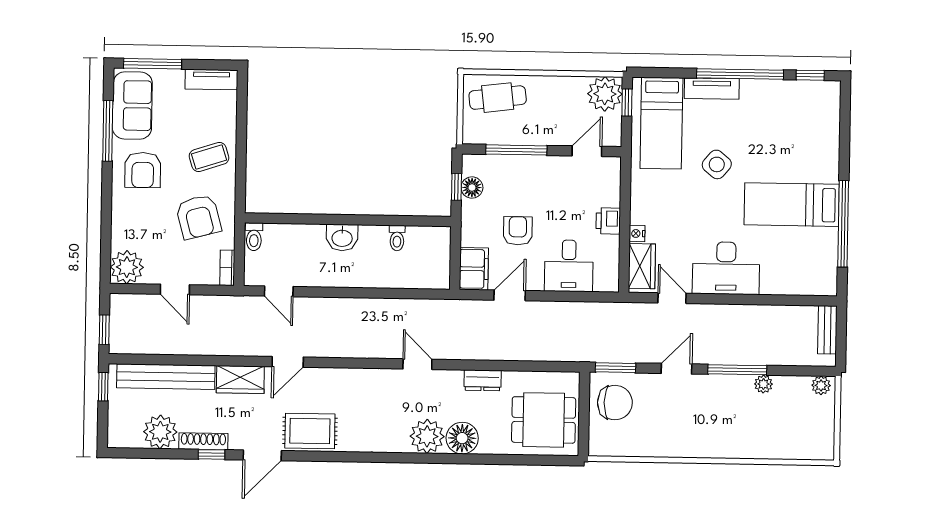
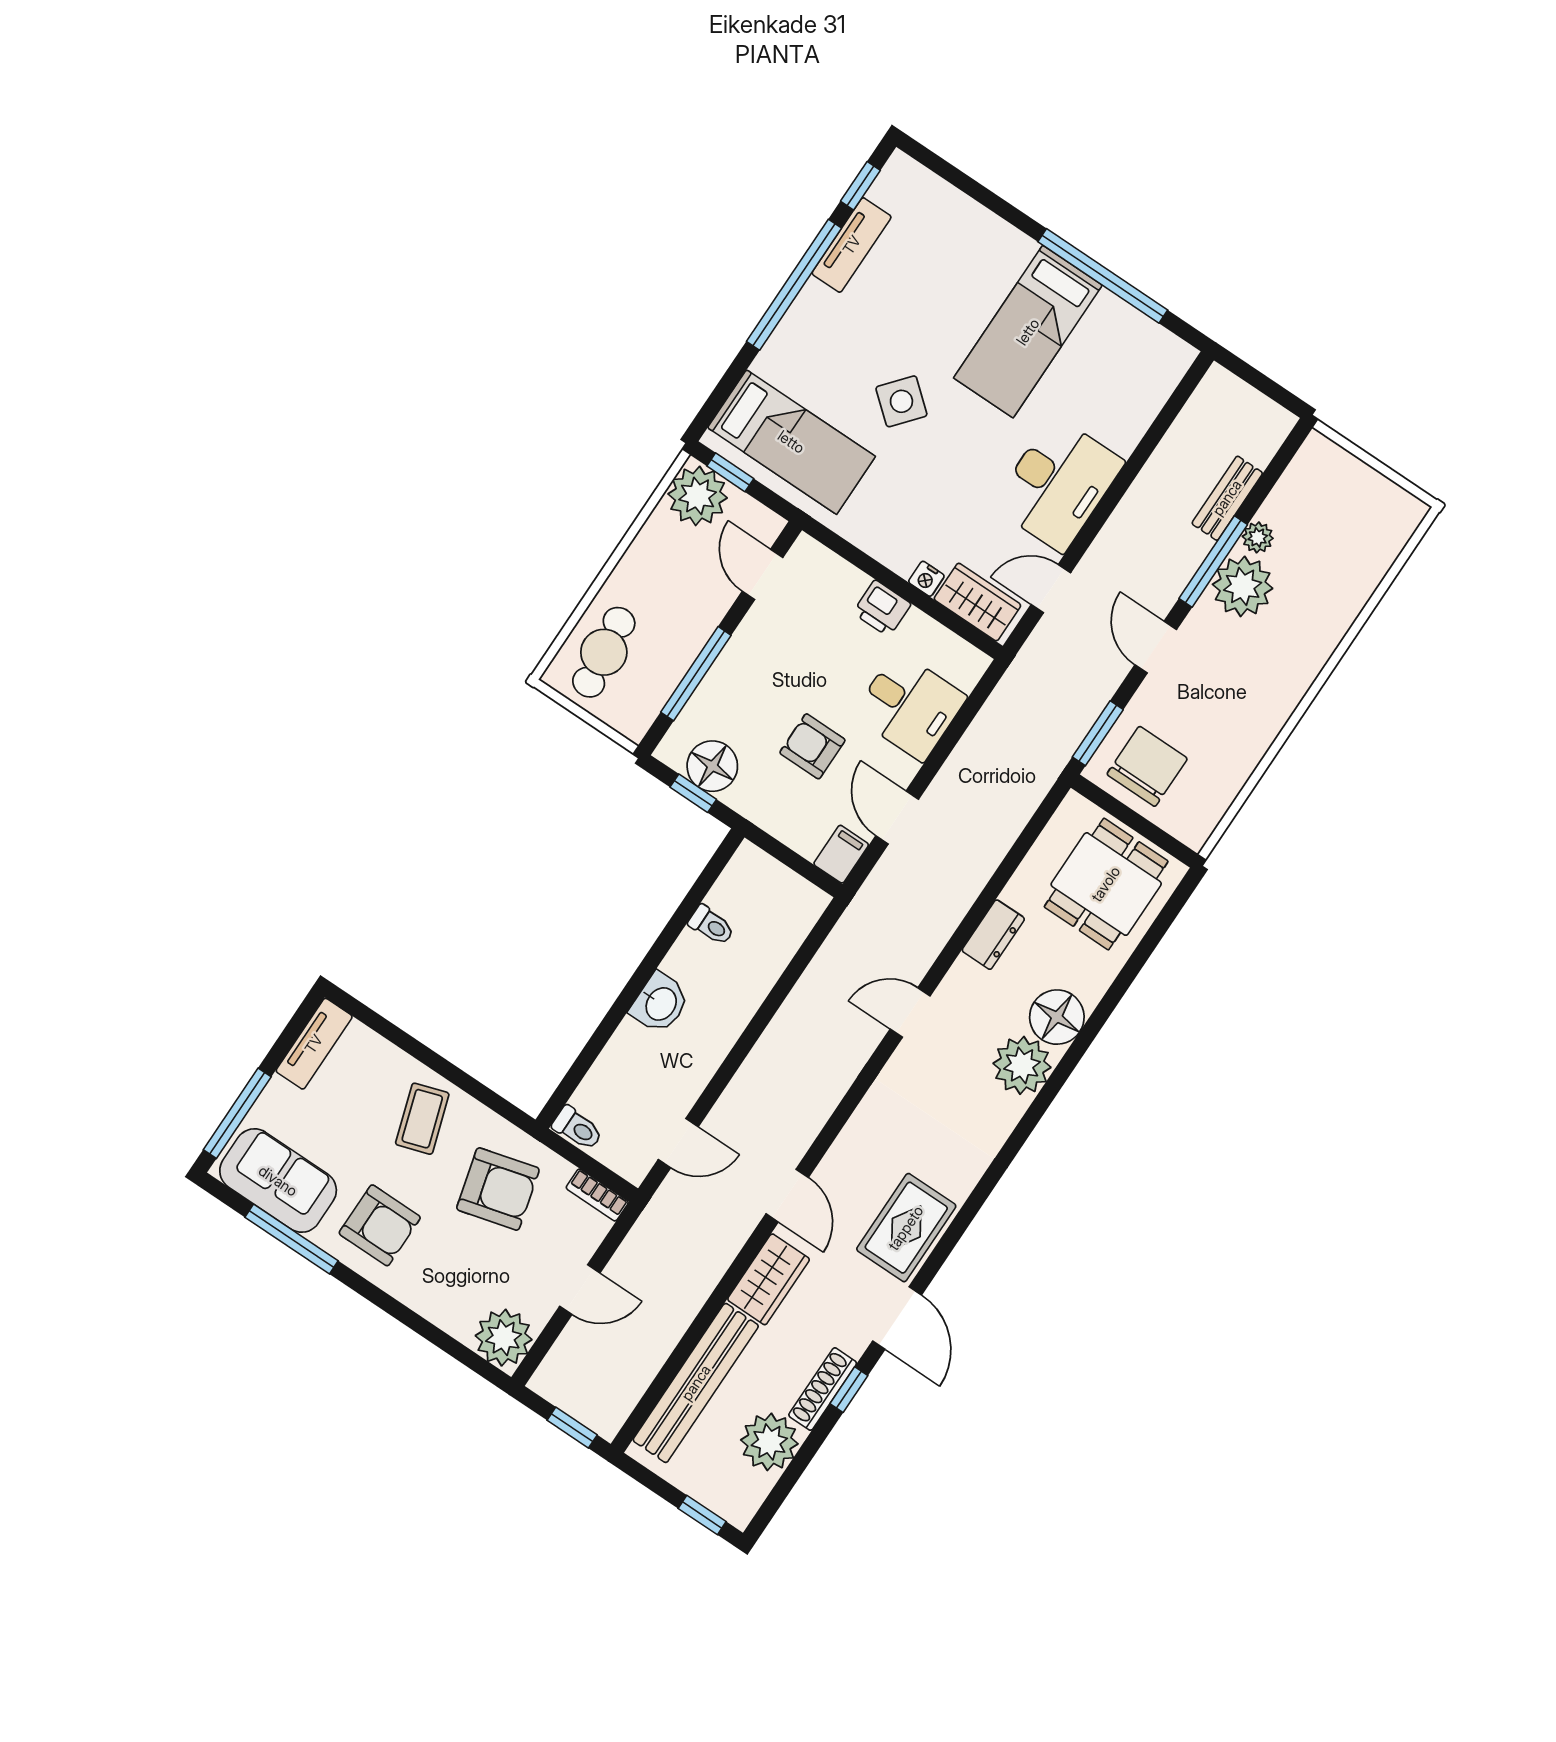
tv unit: (712, 89) -> (852, 245), moved
floor lamp: (472, 188) -> (712, 766), width x1.38, depth x1.38
filing cabinet: (474, 269) -> (841, 854), width x0.50
bench: (827, 330) -> (1227, 498), moved, turned 90
plant: (821, 385) -> (1243, 586), moved, width x1.88, depth x1.88
window: (103, 387) -> (702, 1515), moved

